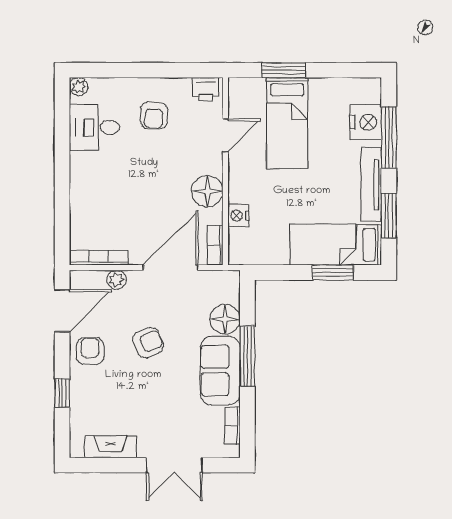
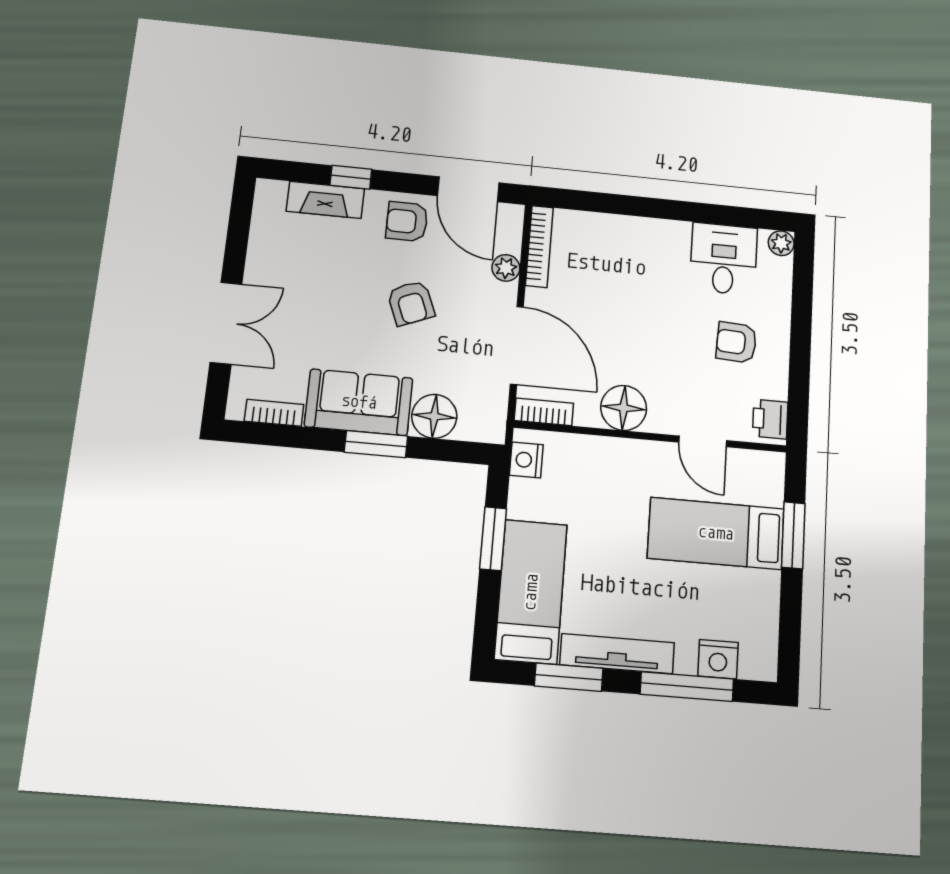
nightstand: (366, 122) -> (718, 659), width x0.74, depth x0.75
nightstand: (238, 216) -> (526, 460), moved, turned -90
window: (333, 273) -> (493, 539), moved
armchair: (90, 351) -> (407, 222), turned 180
window: (247, 356) -> (376, 444), width x0.69
fireplace: (110, 447) -> (325, 200), moved, turned 90
double door: (174, 465) -> (226, 323), swing flipped

